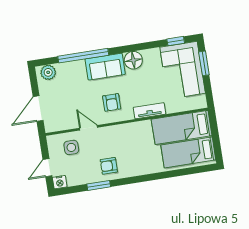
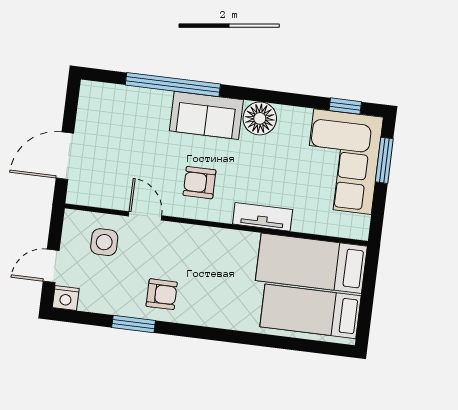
plant: (48, 72) -> (102, 96), removed
armchair: (112, 102) -> (199, 183), turned 90
armchair: (109, 166) -> (162, 294), turned 180

